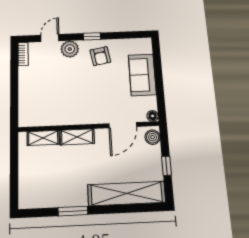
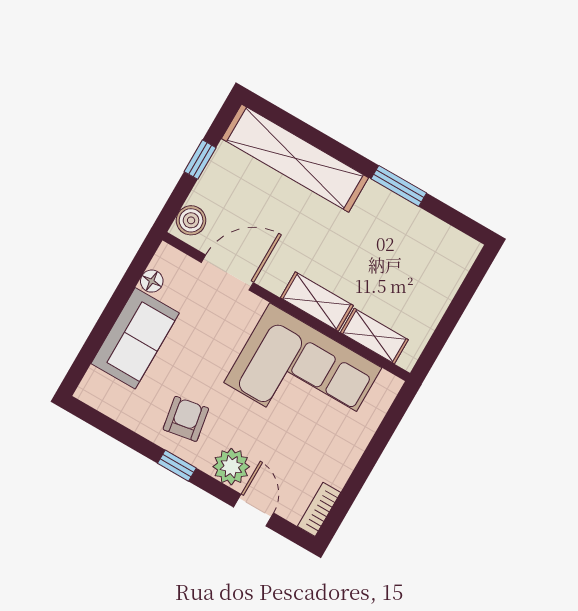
door: (50, 38) -> (254, 510), swing flipped
corner sofa: (64, 103) -> (303, 375), added
floor lamp: (153, 116) -> (152, 281), moved

